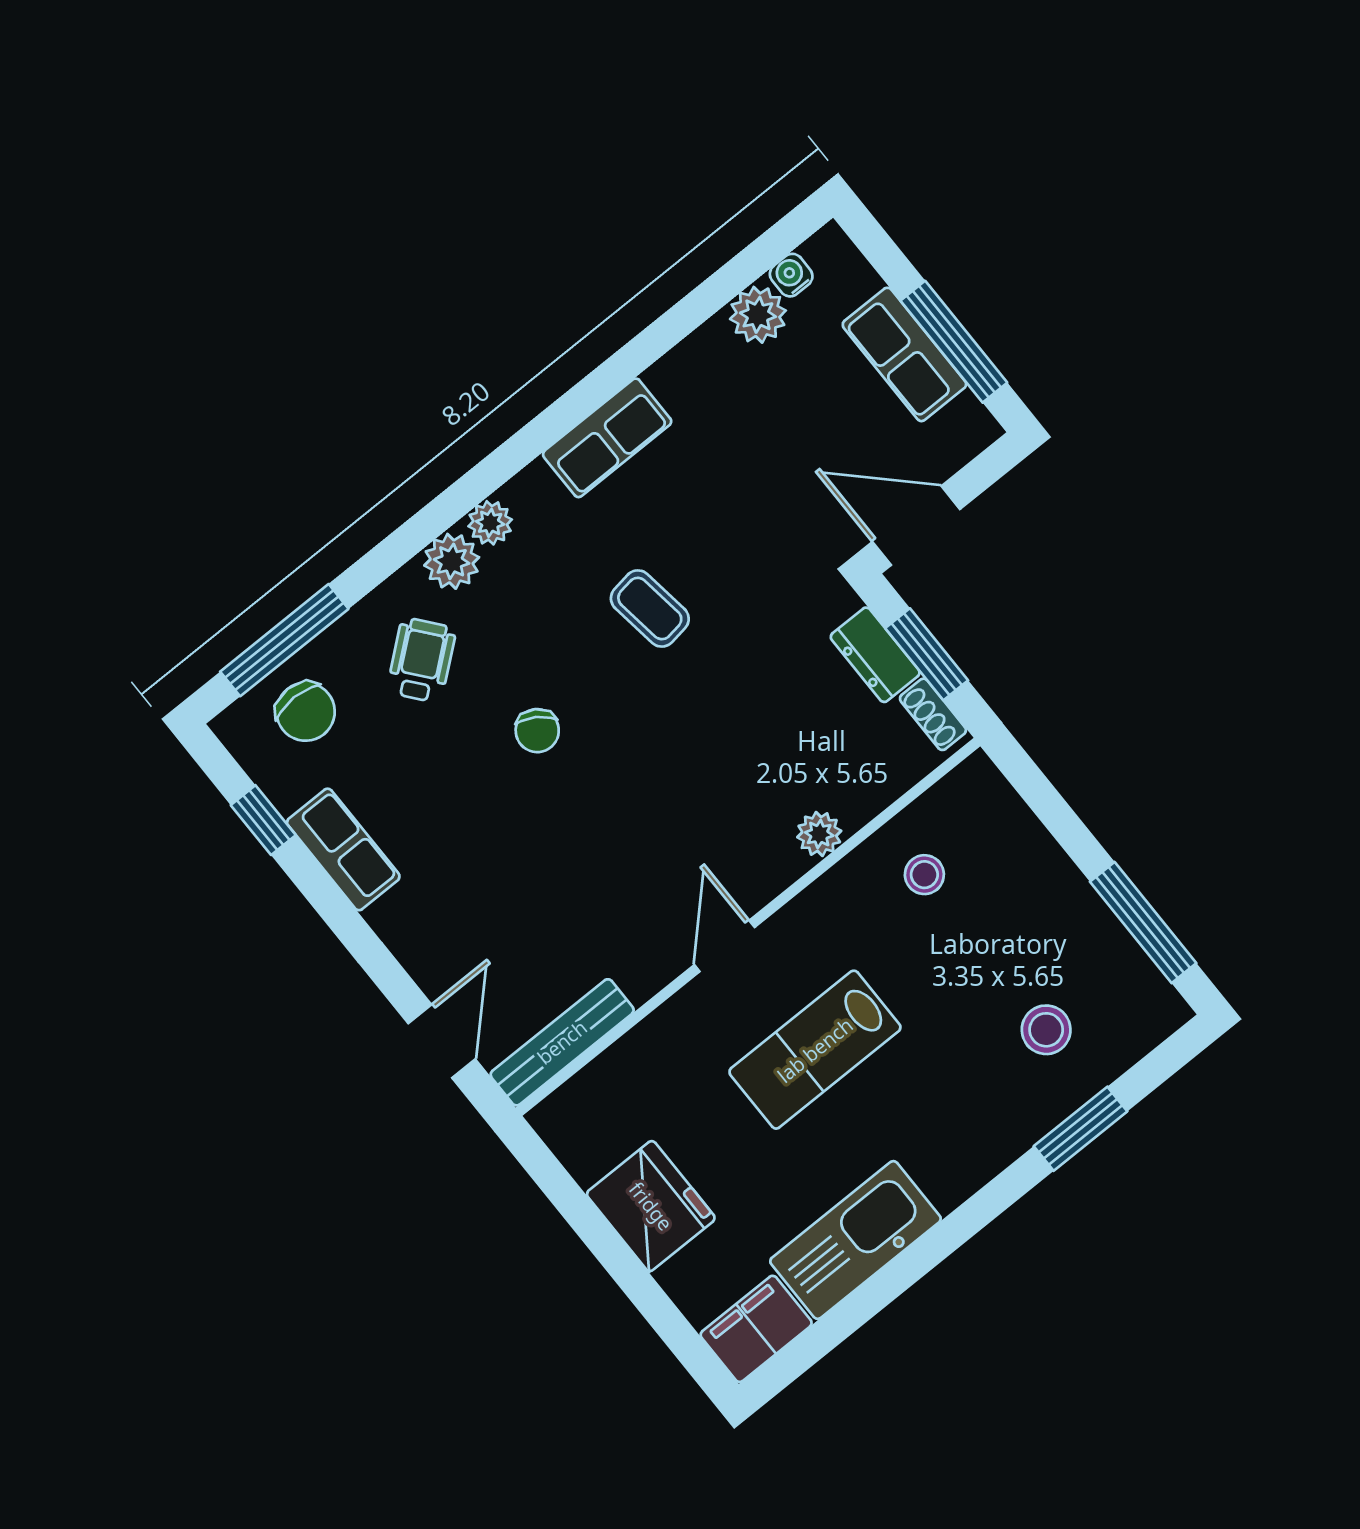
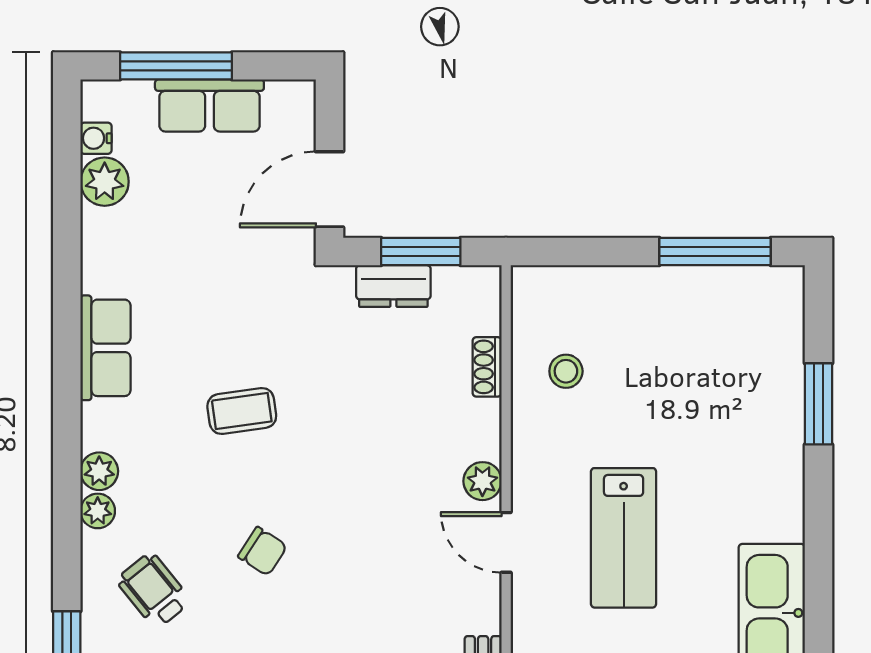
window: (954, 342) -> (176, 66), moved
plant: (452, 561) -> (98, 511), width x0.73, depth x0.73
shoe rack: (933, 714) -> (487, 367), moved, turned 90
plant: (819, 834) -> (482, 481), moved
stool: (1046, 1030) -> (734, 374), removed

